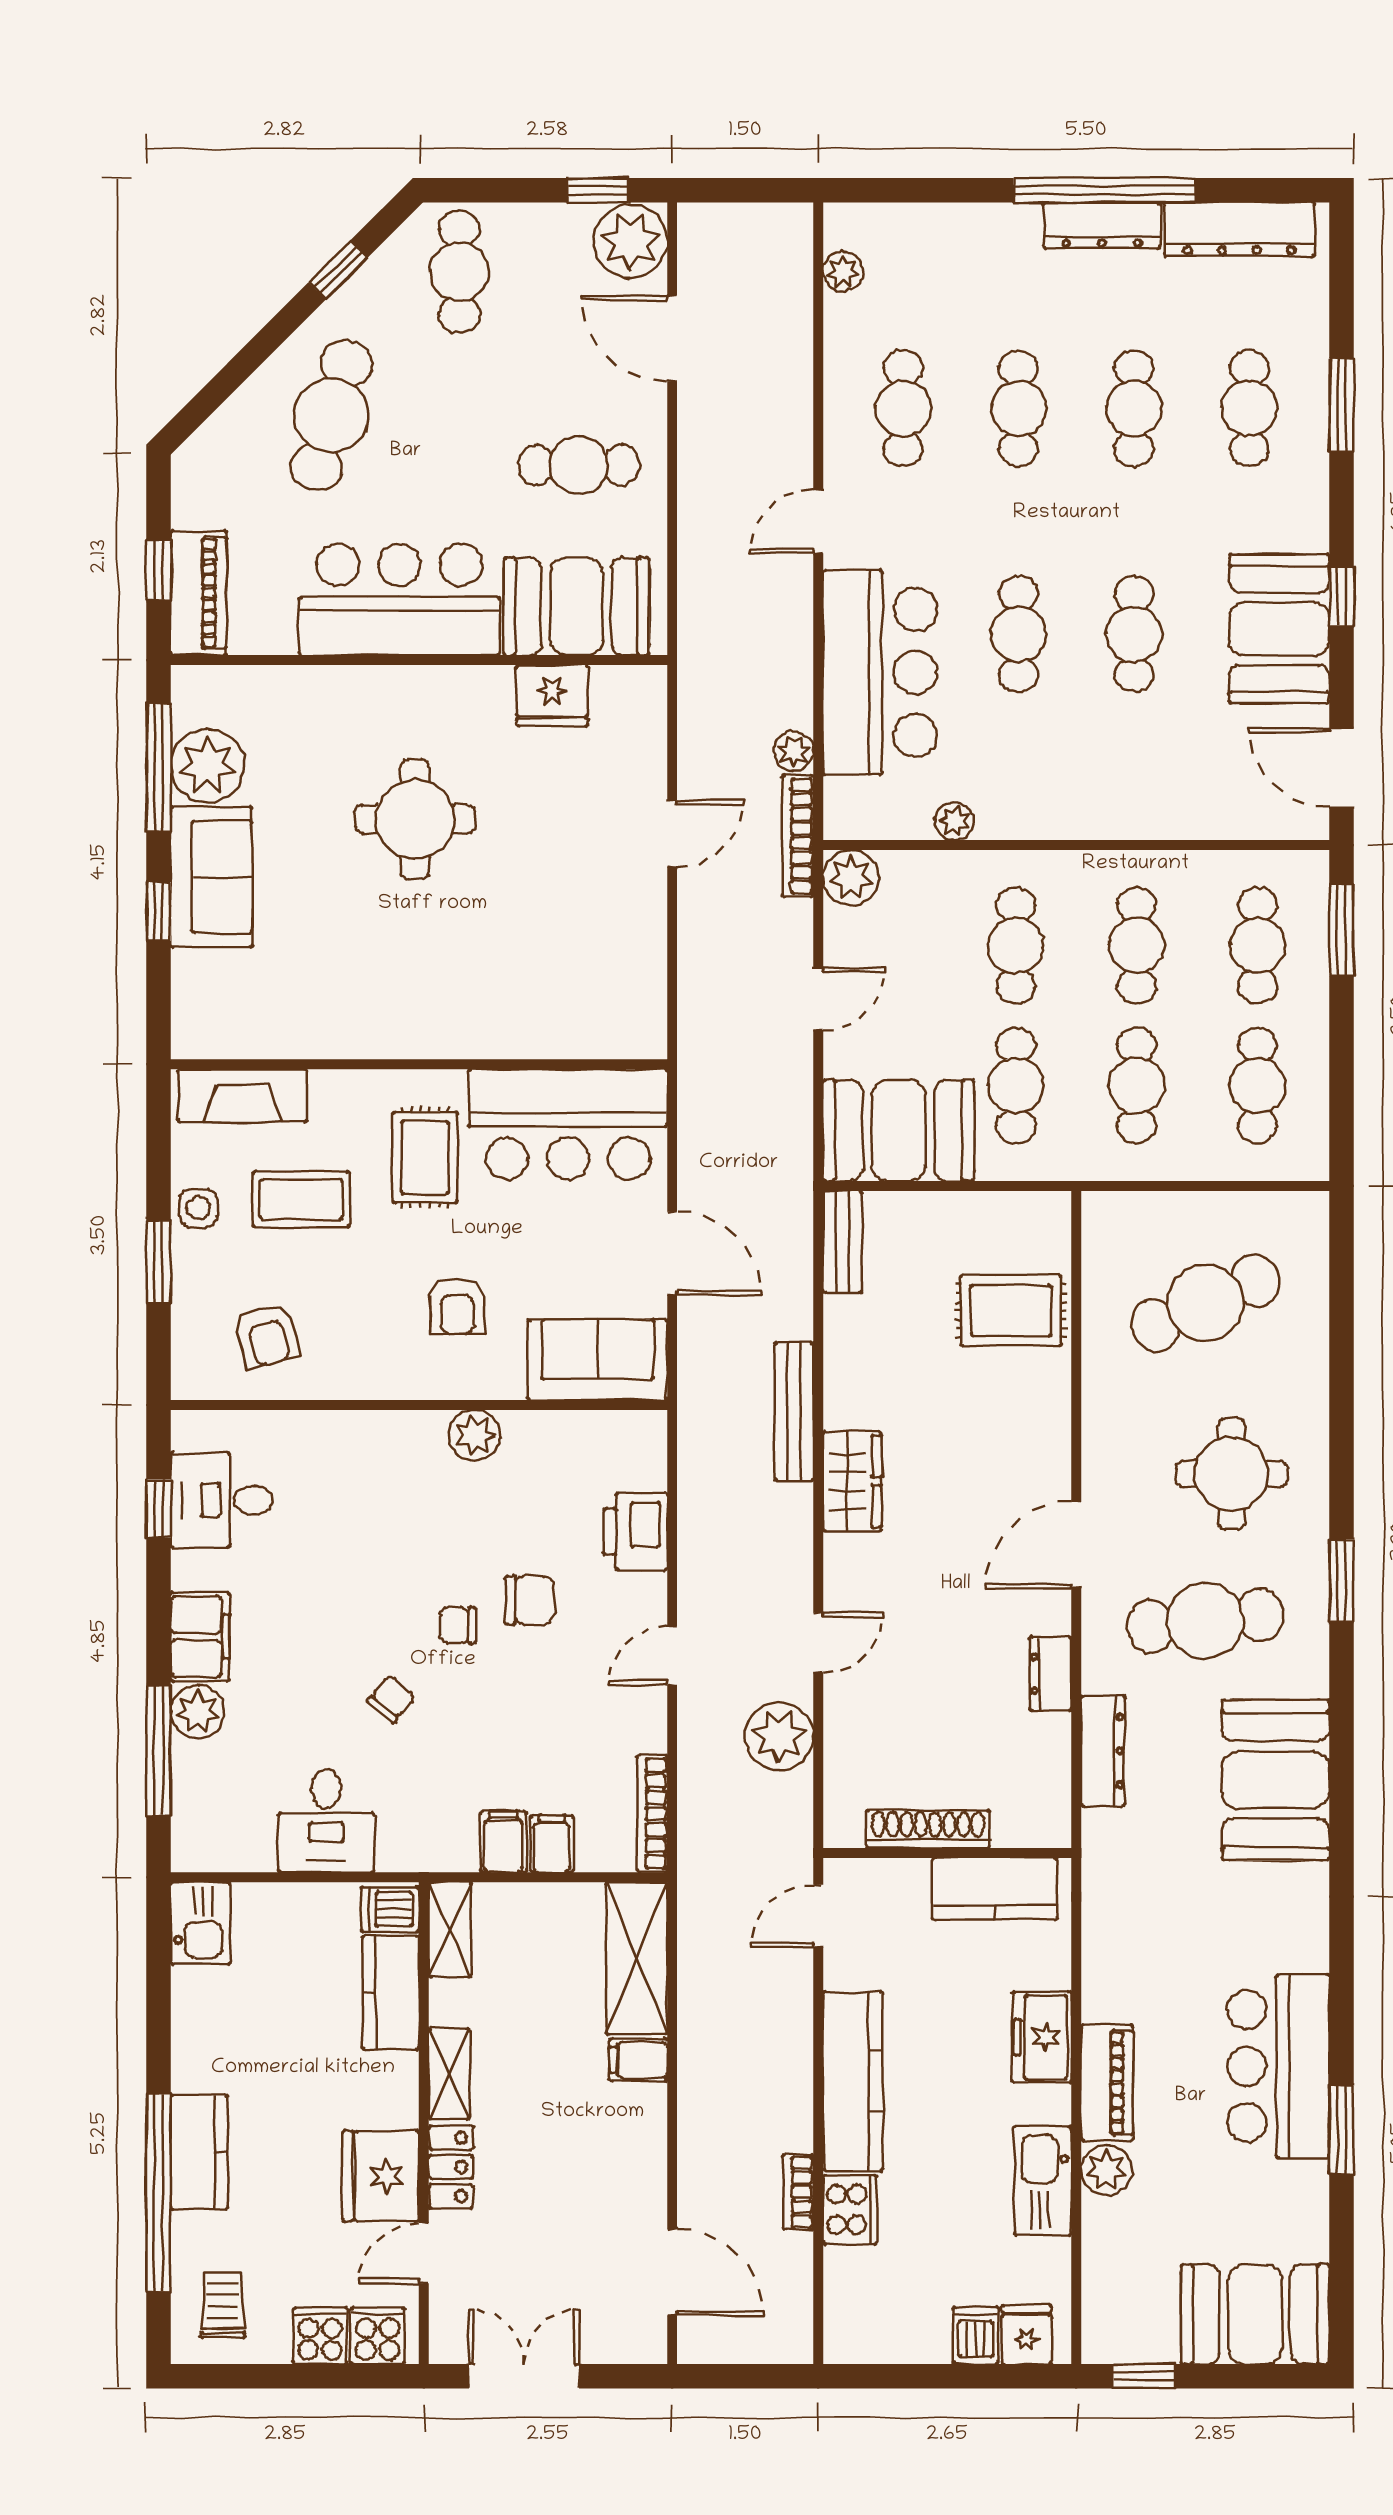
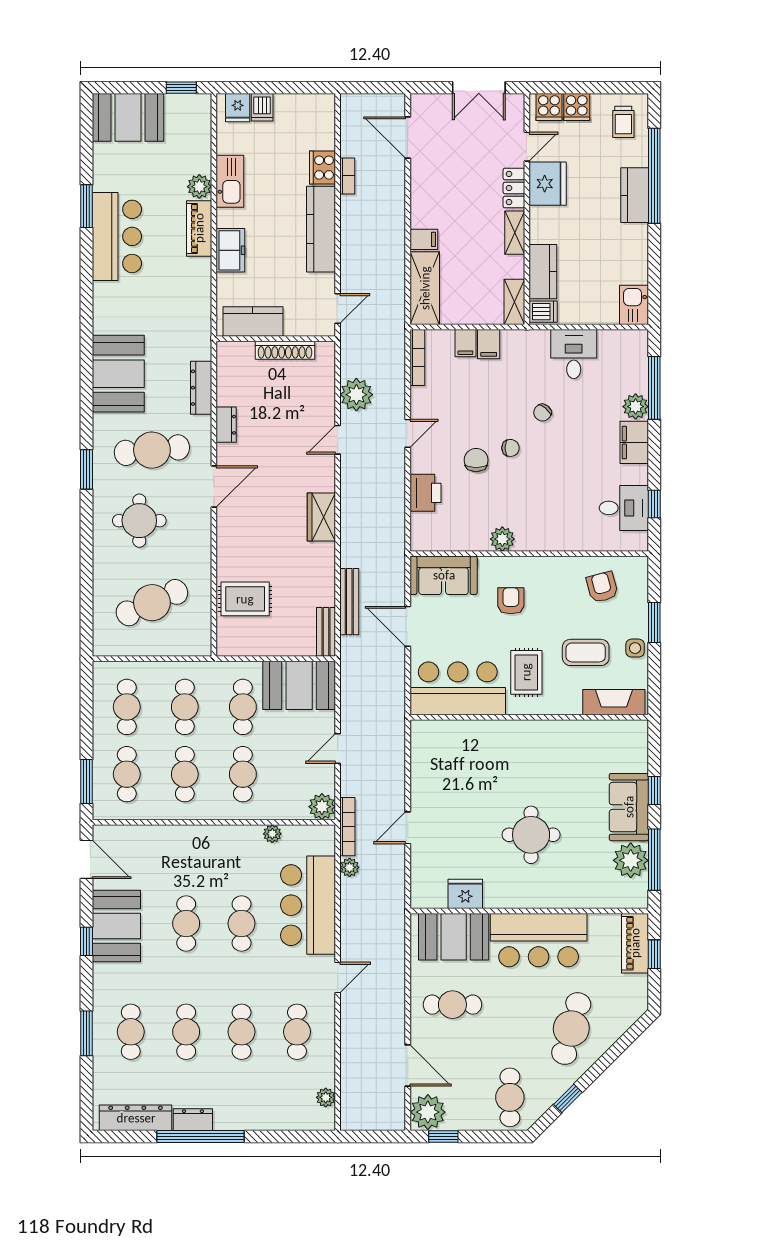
dresser: (1102, 225) -> (193, 1120), width x0.70
bench: (794, 1411) -> (349, 602), moved
chair: (530, 1600) -> (476, 460), turned 90

